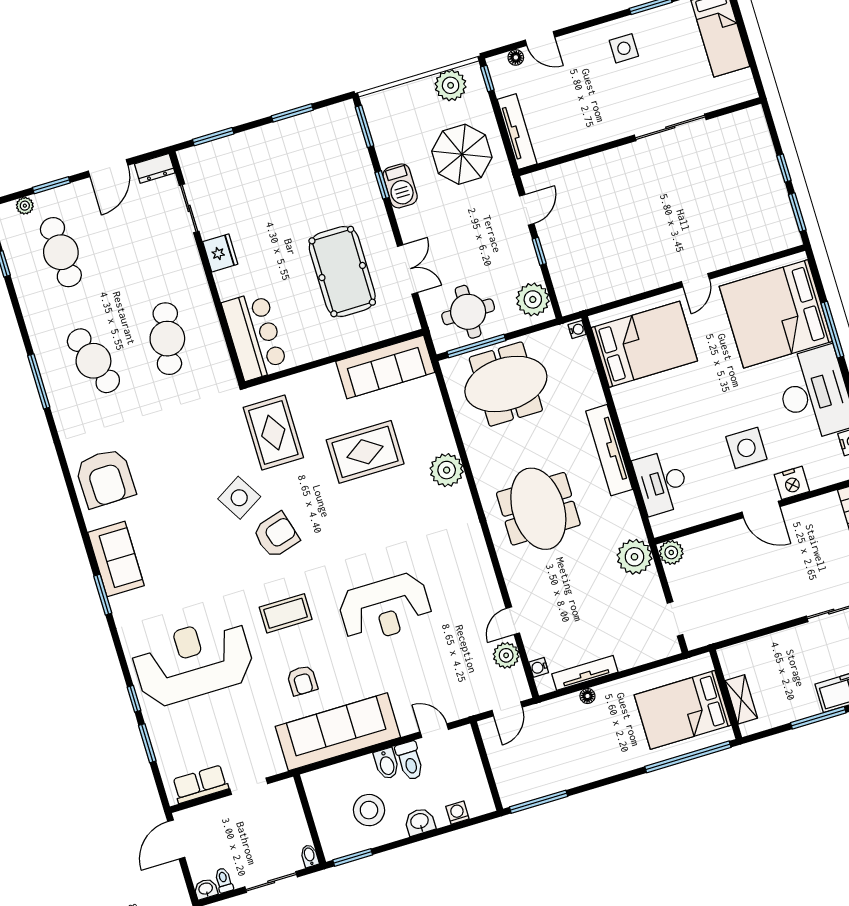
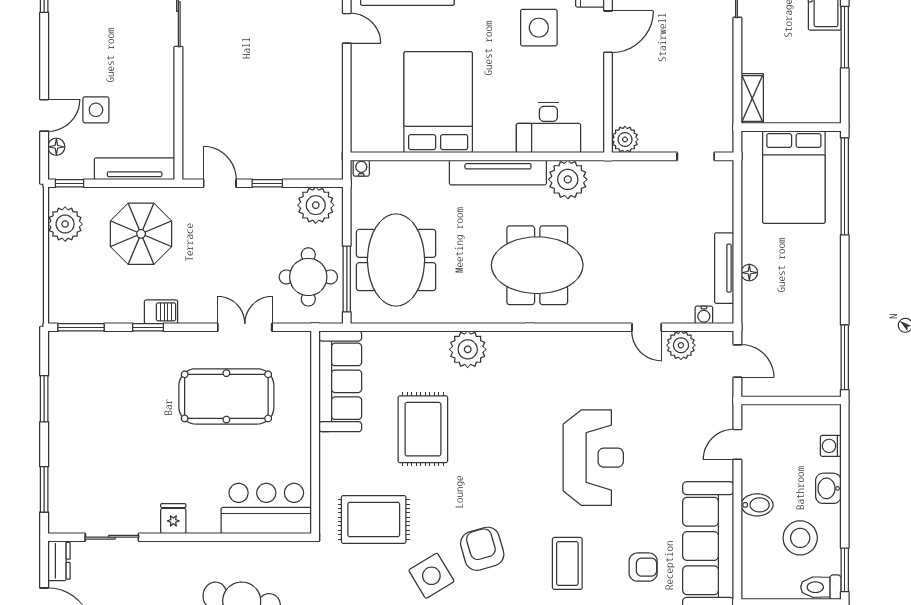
side table: (624, 48) -> (96, 110), moved
barbecue: (400, 186) -> (161, 312), width x0.73, depth x0.79
fridge: (220, 253) -> (173, 519), width x0.72
bed: (644, 344) -> (438, 102), moved
plant: (634, 557) -> (568, 179), moved
shelving: (741, 699) -> (752, 99), moved, turned 90
toilet: (410, 761) -> (821, 587), moved, turned 180

